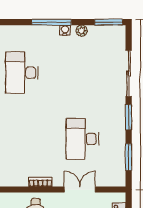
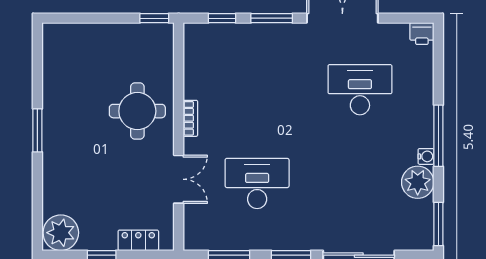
plant: (82, 31) -> (418, 182), width x1.88, depth x1.88

